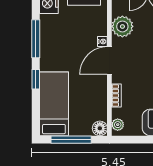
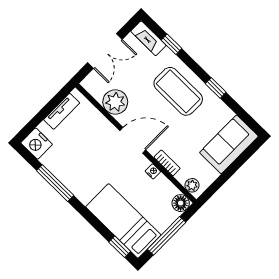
nightstand: (102, 41) -> (153, 171), moved
door: (109, 61) -> (133, 140), swing flipped
window: (36, 79) -> (120, 247), moved

